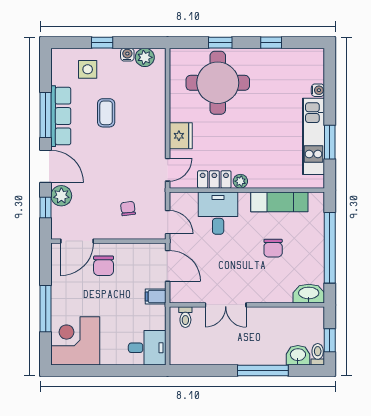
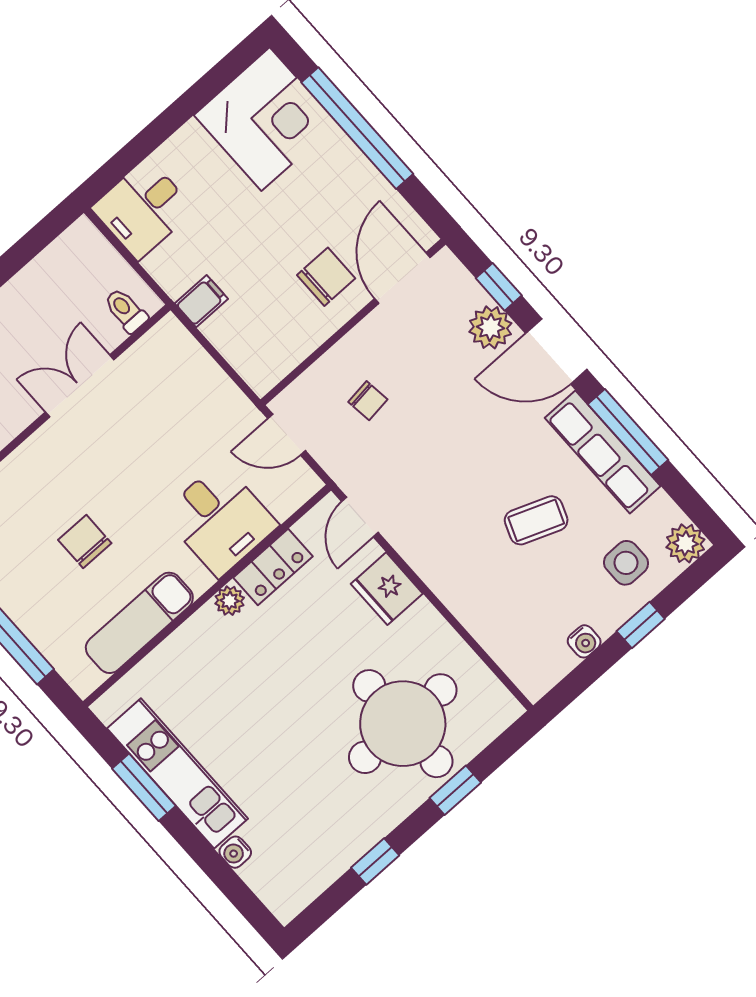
plant: (145, 57) -> (685, 543), moved
coffee table: (106, 113) -> (536, 520), turned -69
chair: (104, 266) -> (326, 277), turned 90
door: (168, 266) -> (225, 366), removed
window: (46, 309) -> (357, 128), width x1.46

